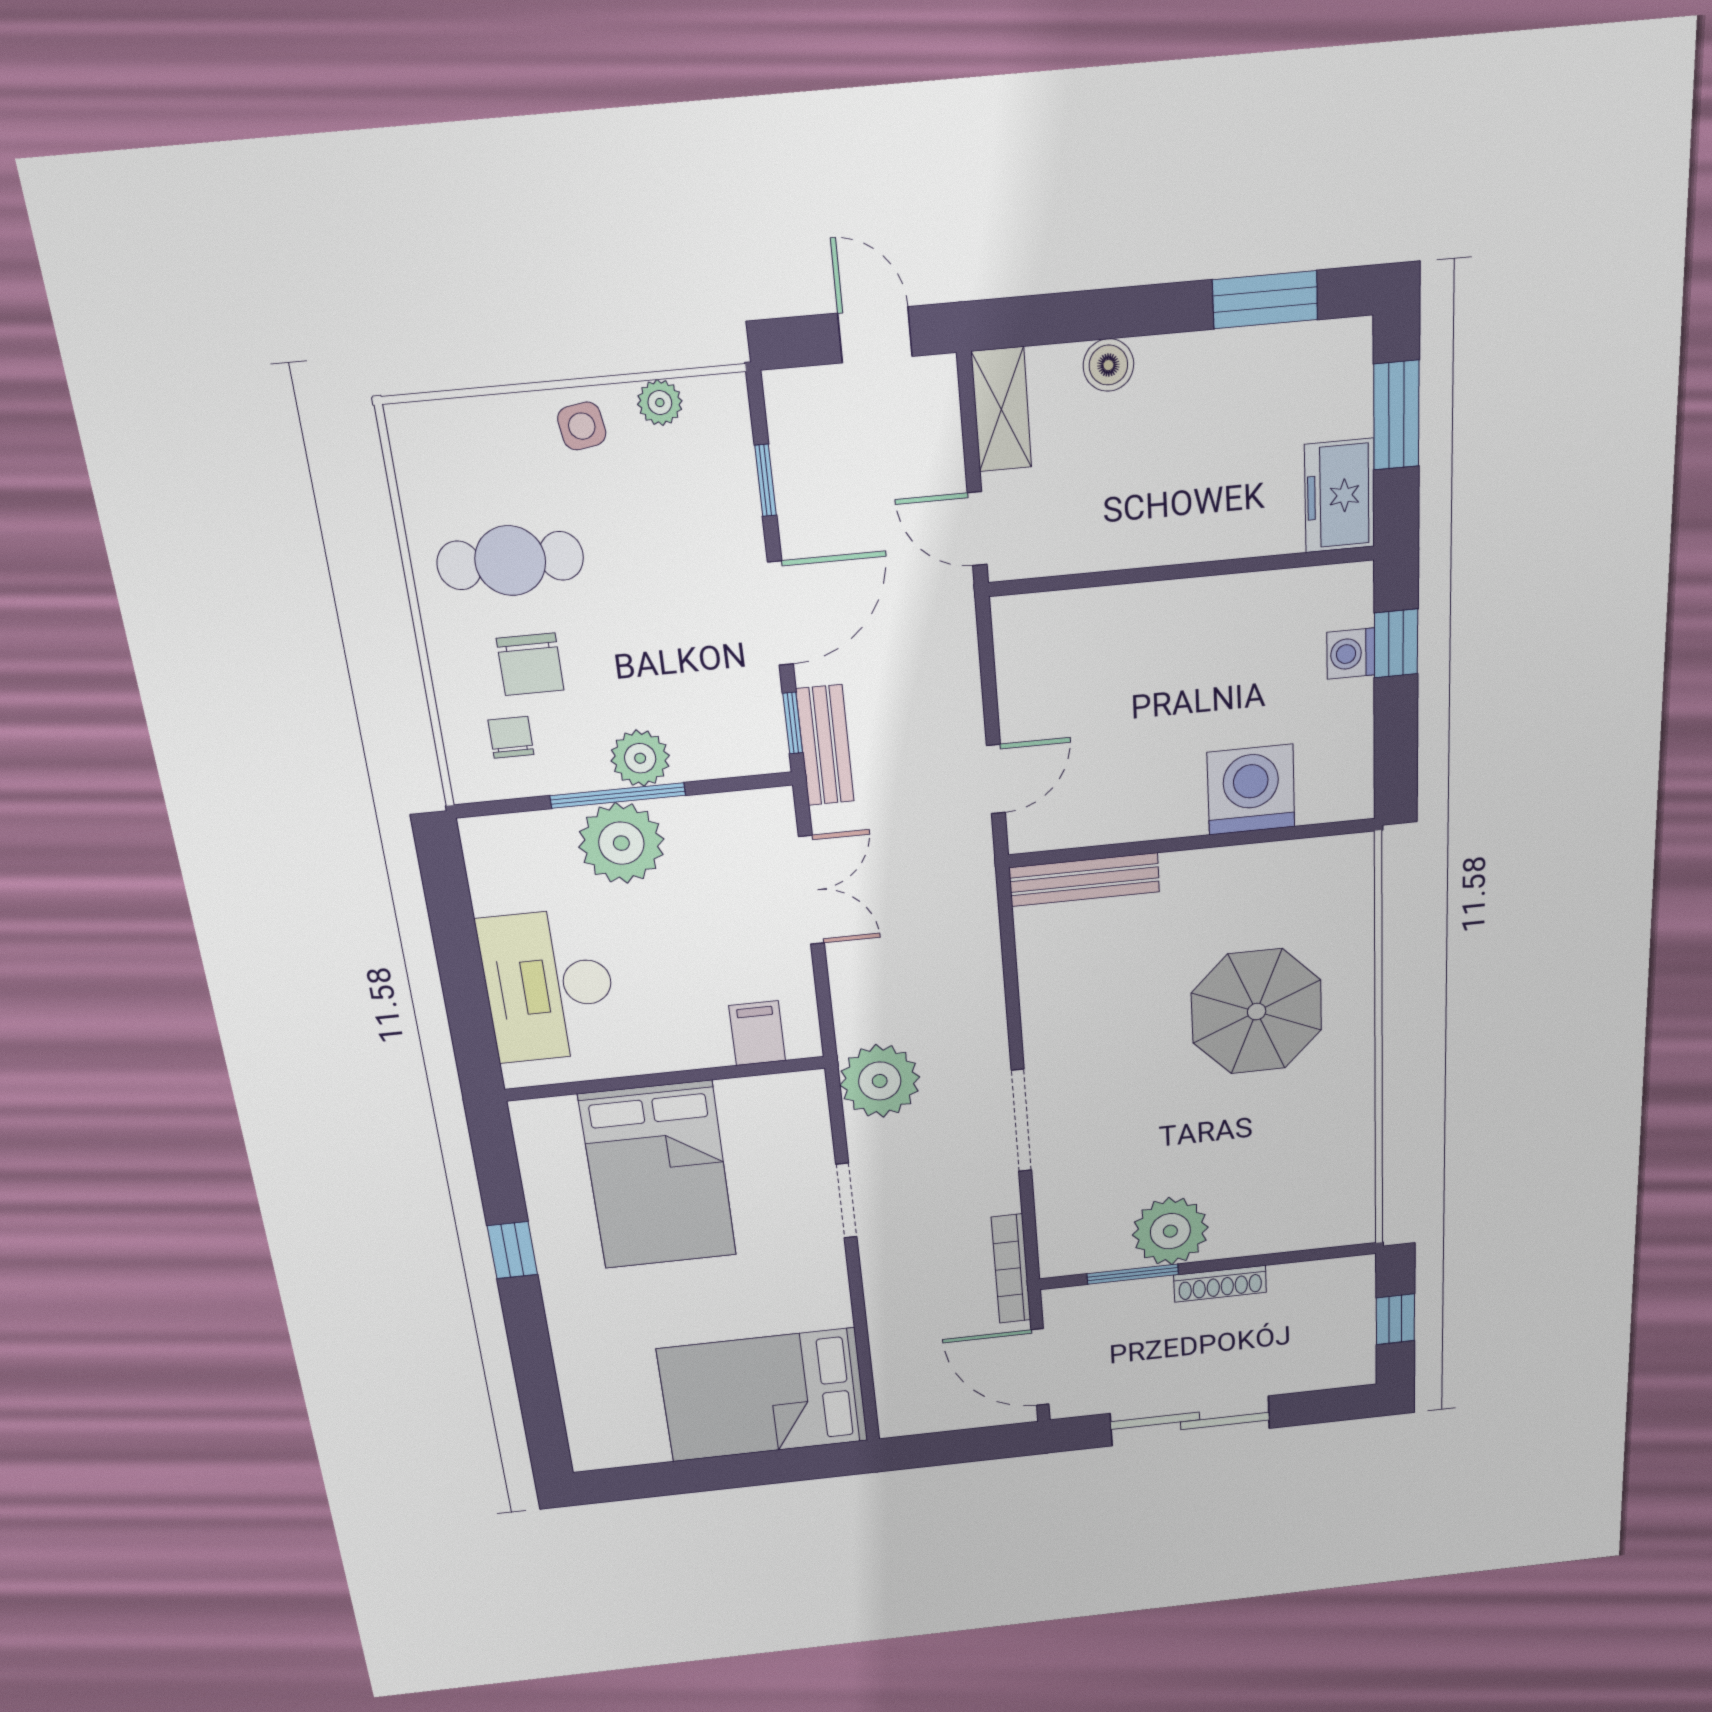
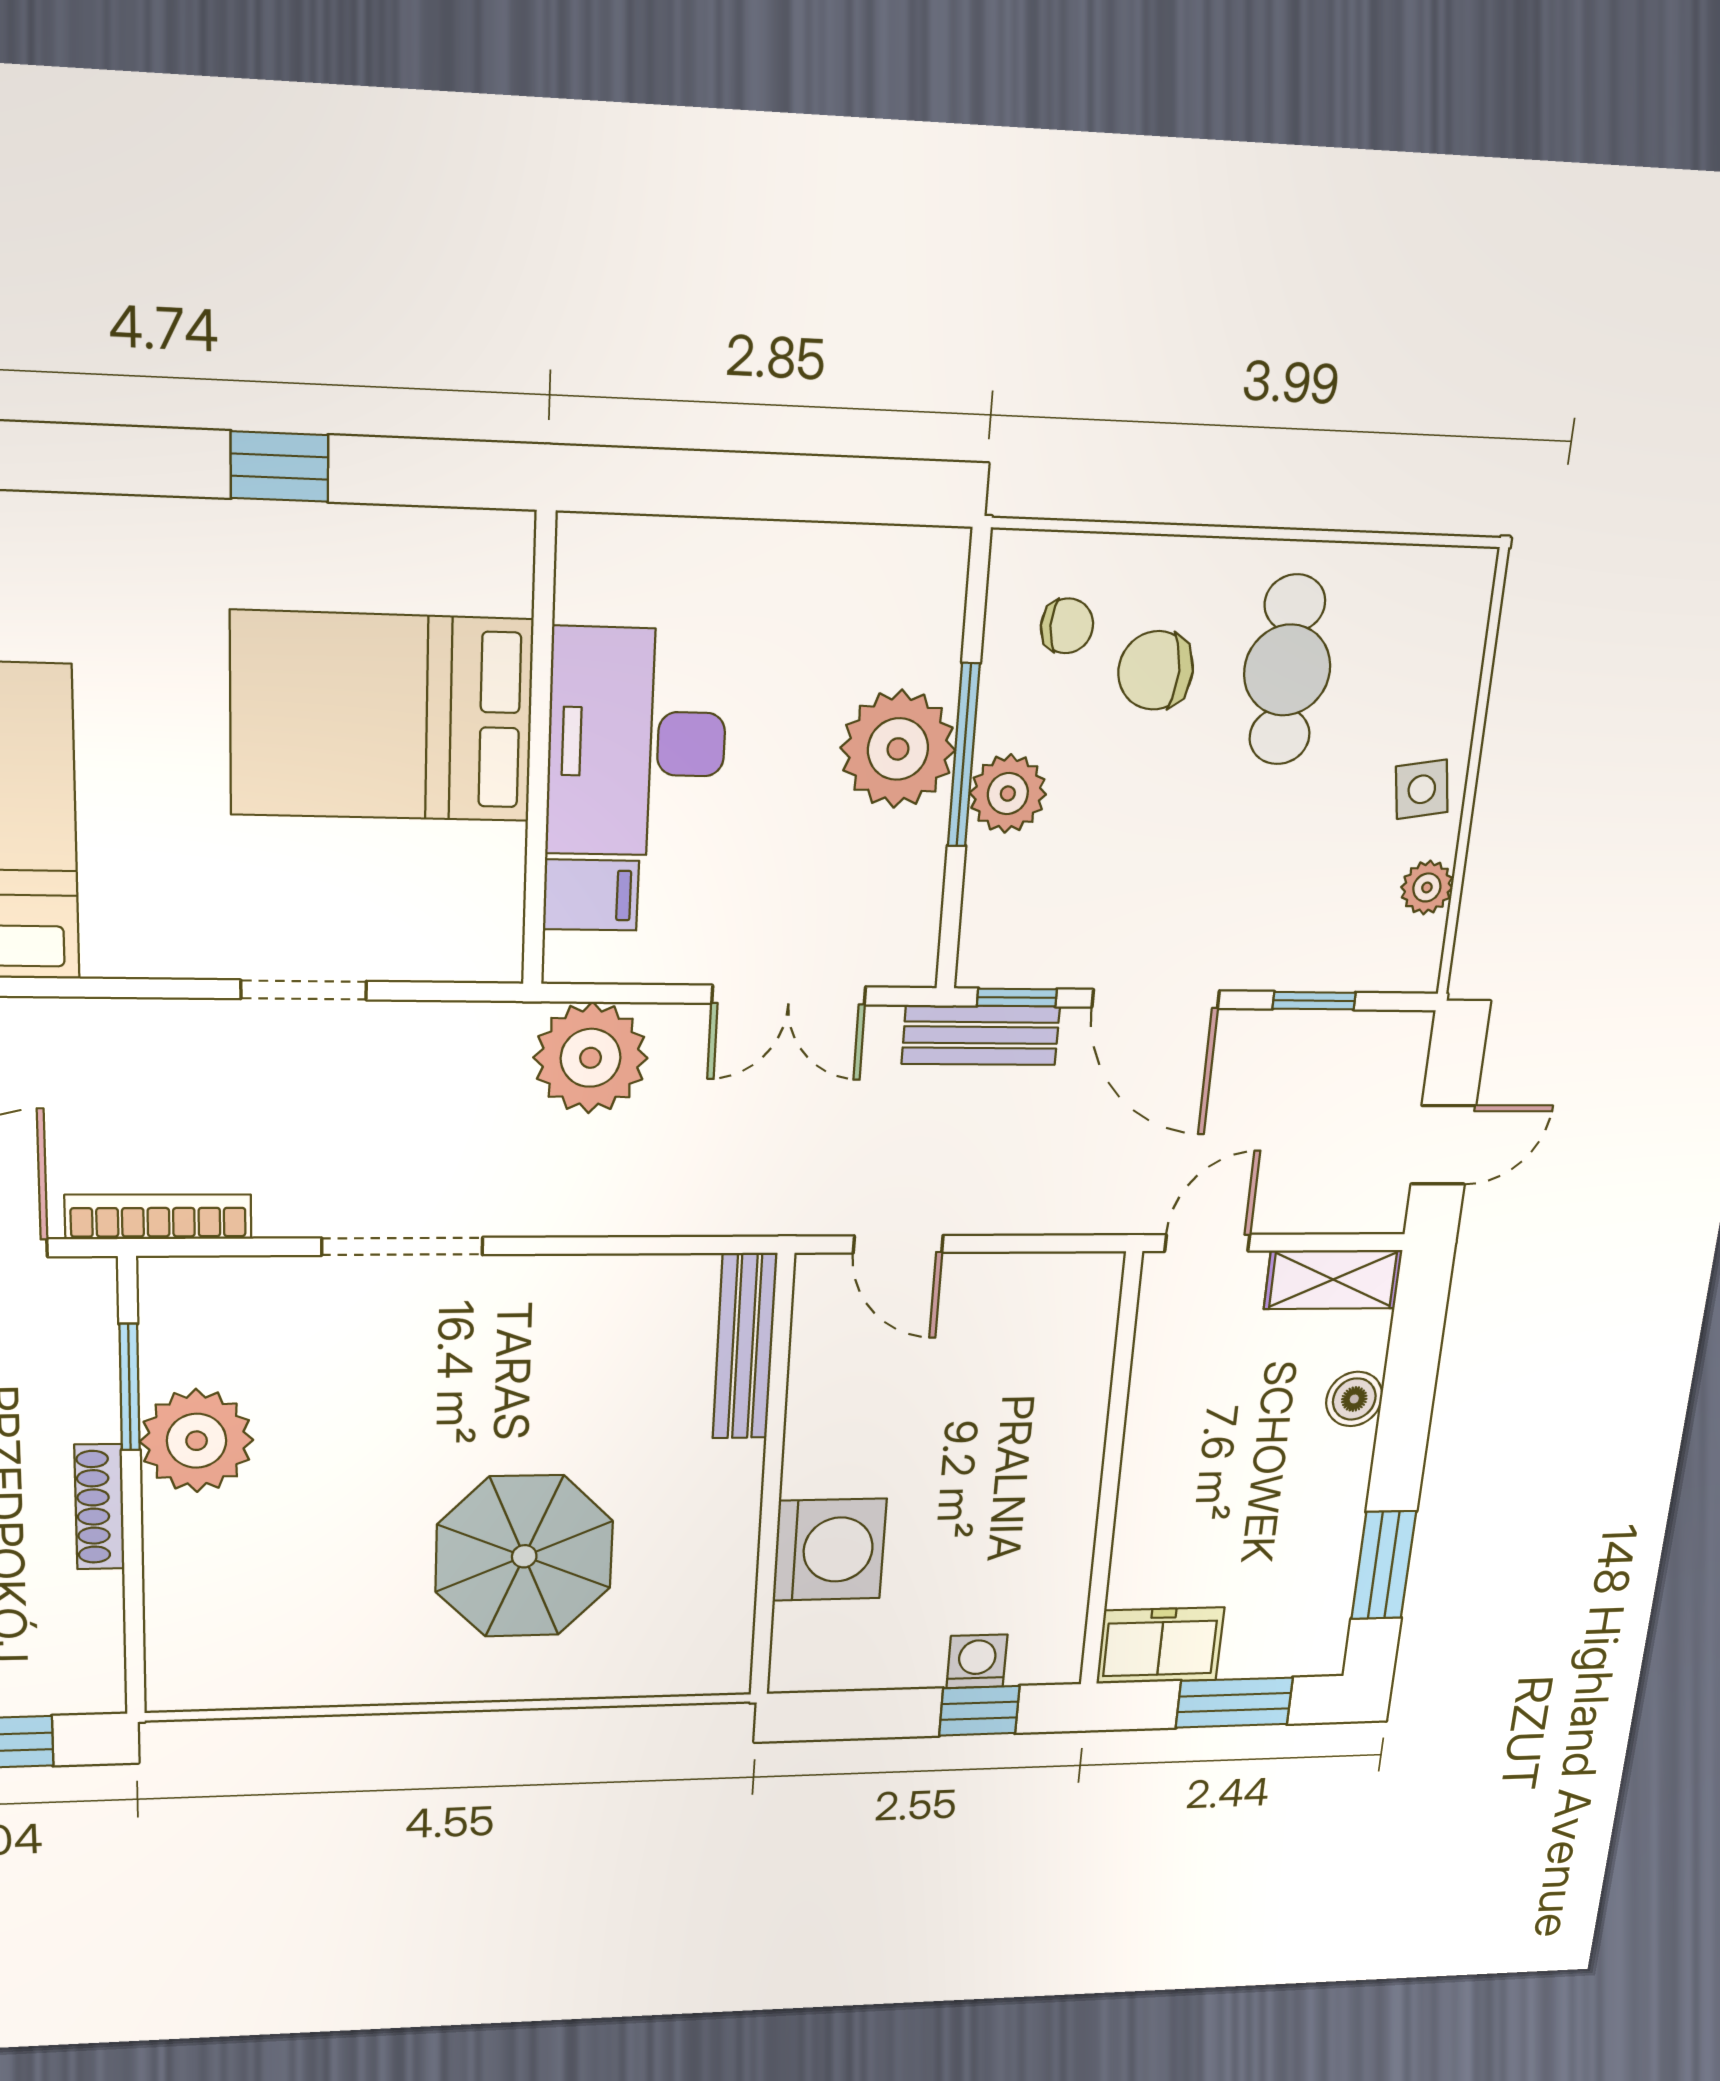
desk: (549, 986) -> (637, 743), moved, turned -90
plant: (880, 1081) -> (591, 1058), moved

